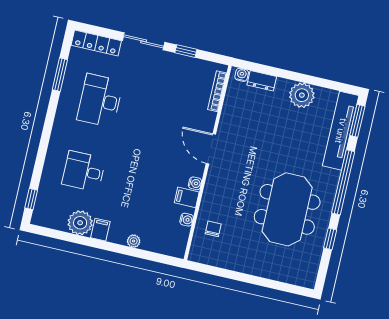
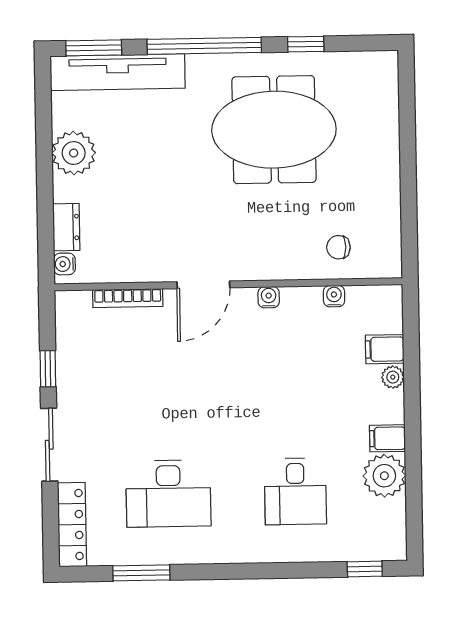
bookcase: (217, 91) -> (128, 298), moved
filing cabinet: (187, 197) -> (385, 349), moved, turned 90

